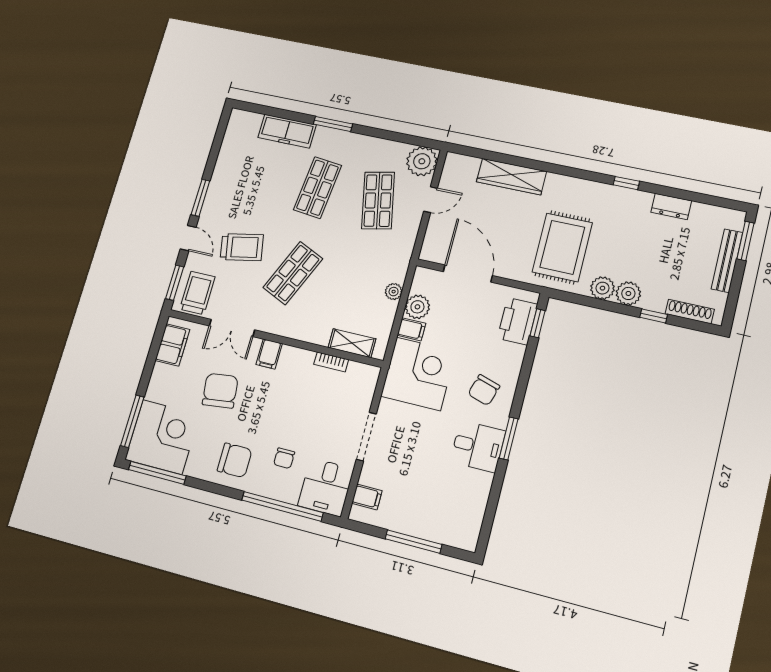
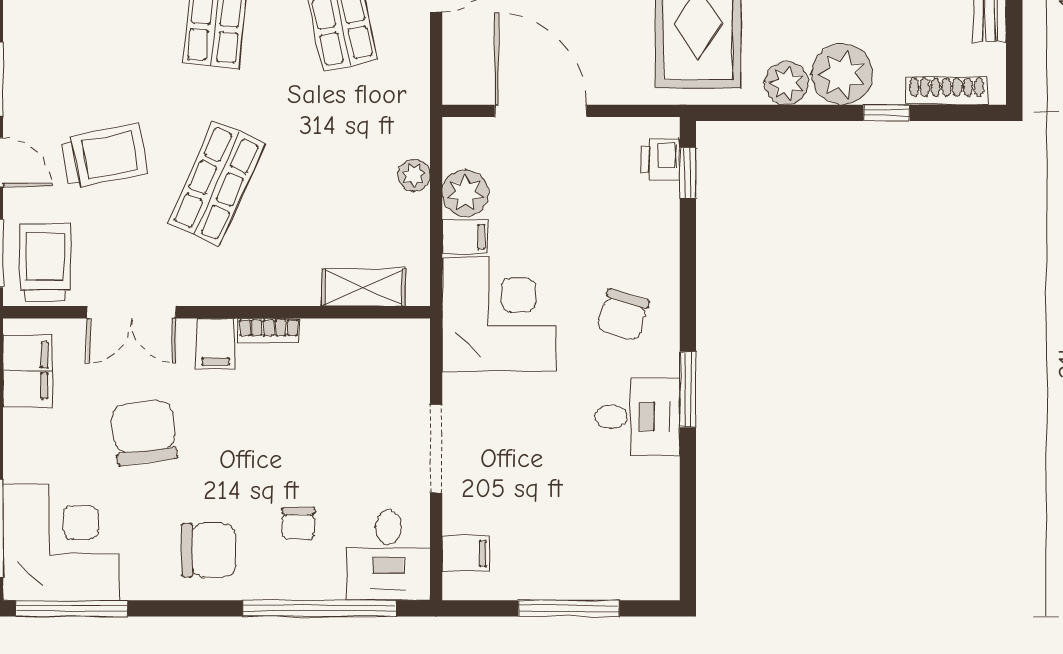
plant: (628, 293) -> (842, 74), width x1.36, depth x1.36
printer: (517, 321) -> (661, 159), width x0.53, depth x0.68
bookcase: (331, 362) -> (269, 331), moved

